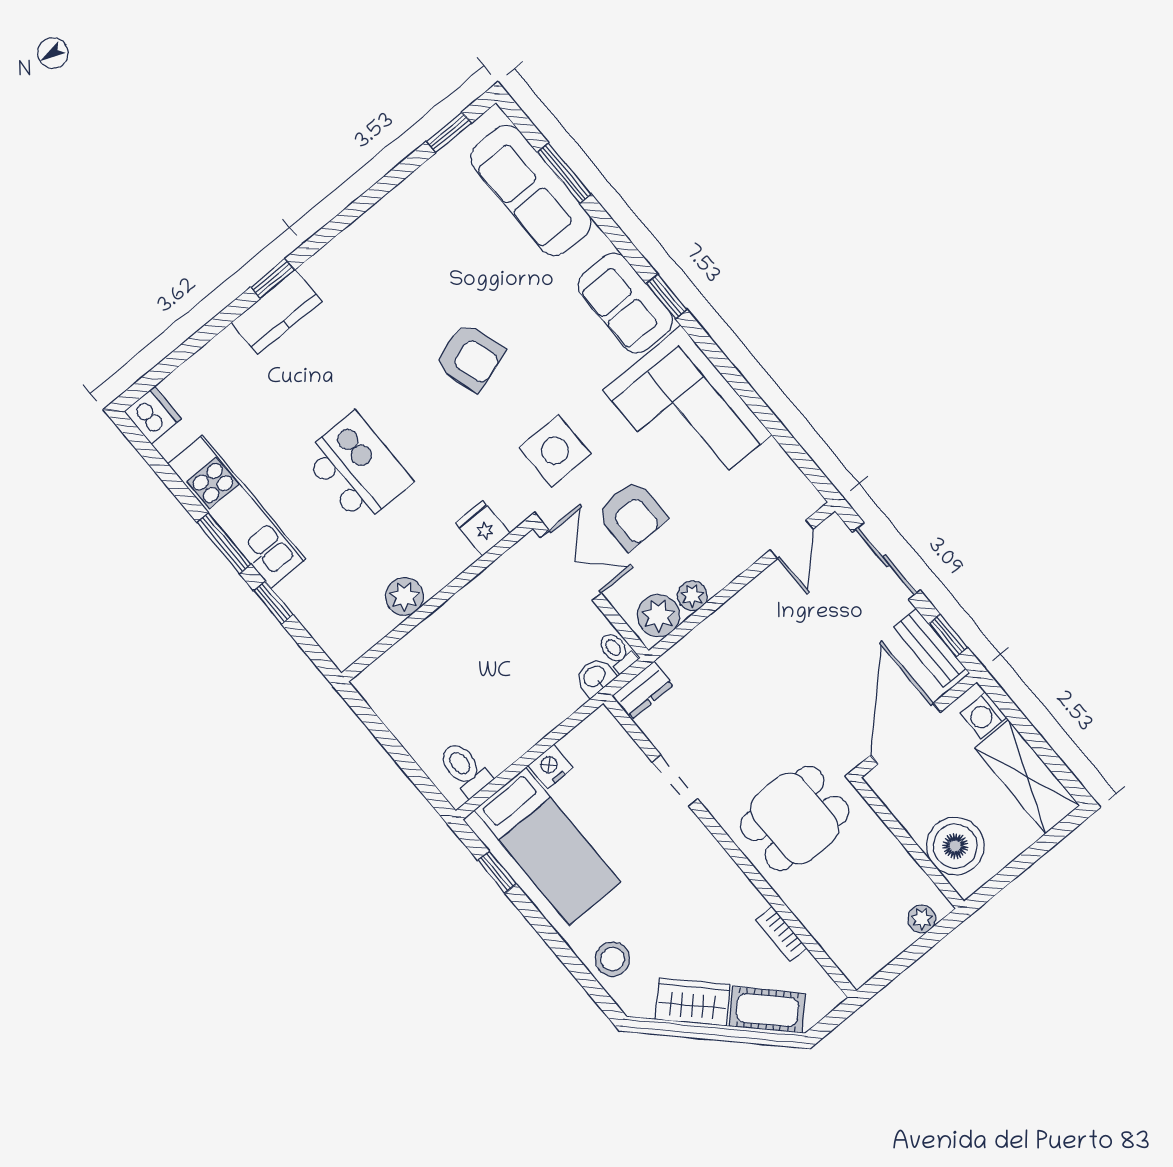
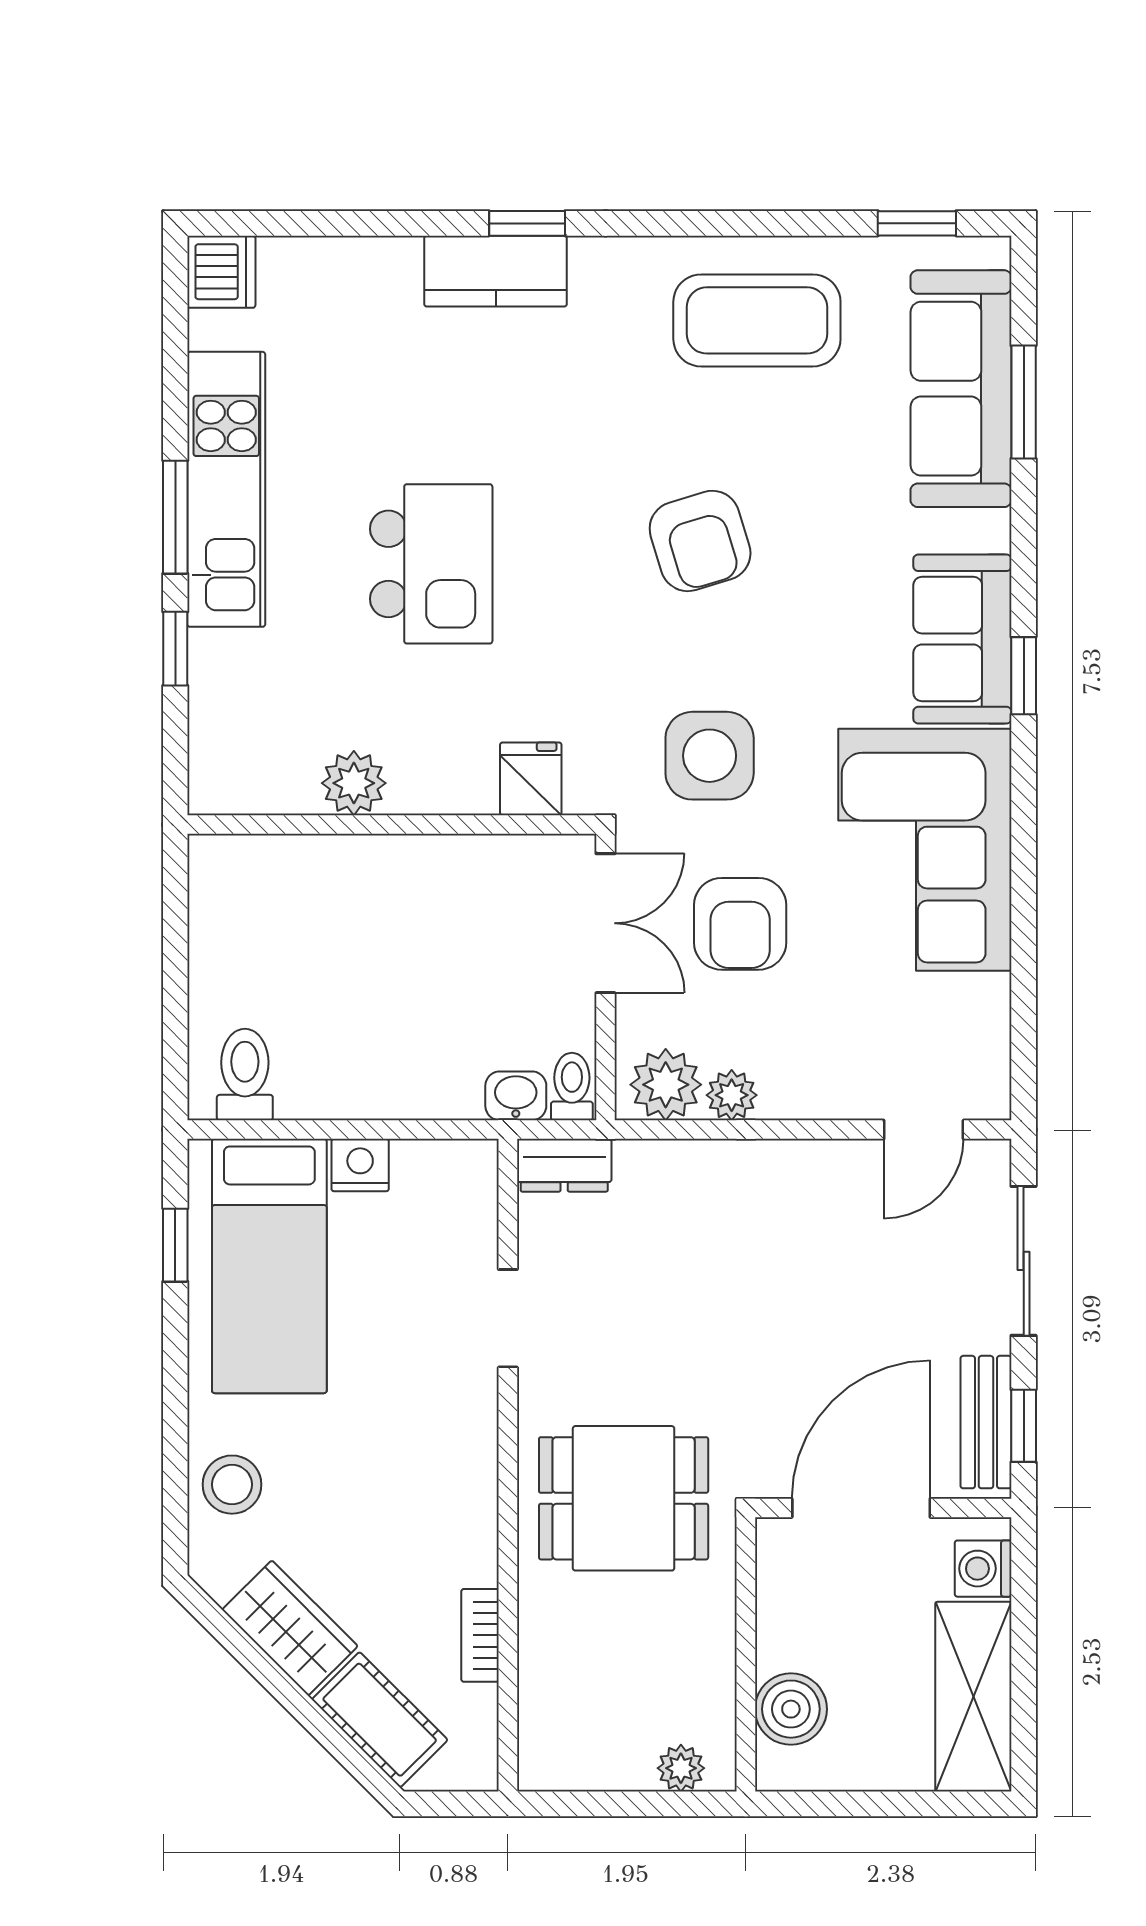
coffee table: (413, 236) -> (757, 320), added
boiler: (955, 846) -> (791, 1709), width x0.73, depth x0.73

